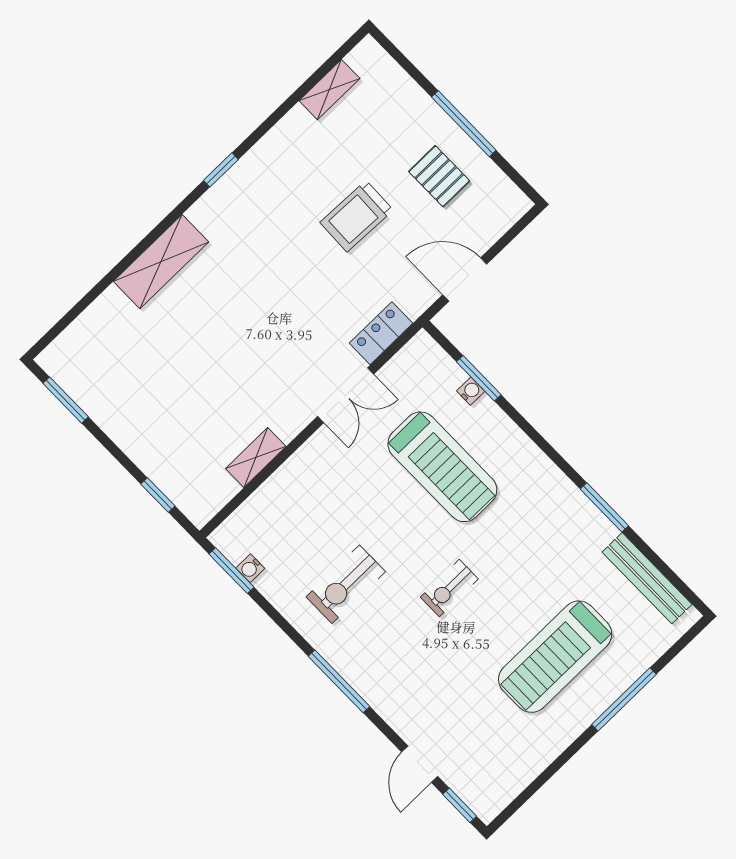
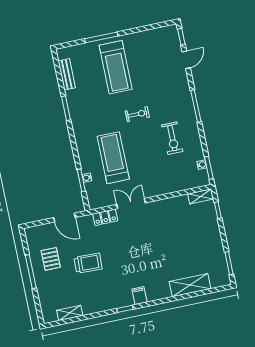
filing cabinet: (208, 216) -> (139, 296), added
shelving: (161, 262) -> (190, 285), moved
shelving: (256, 458) -> (201, 196), moved
bench: (647, 578) -> (67, 74), width x0.73
exercise bike: (346, 584) -> (172, 138), turned 90
treadmill: (555, 657) -> (116, 67), turned 90

